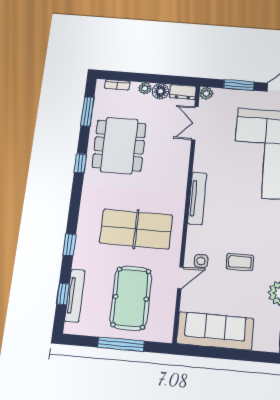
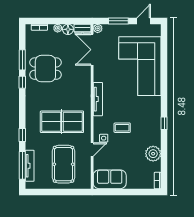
window: (87, 112) -> (22, 60), moved
double door: (195, 123) -> (92, 50), width x1.37
dining table: (119, 145) -> (45, 69), width x0.73
coffee table: (240, 262) -> (122, 128), moved
window: (63, 294) -> (22, 165), width x2.17
sofa: (215, 331) -> (110, 179), width x0.73
window: (121, 344) -> (61, 192), removed

